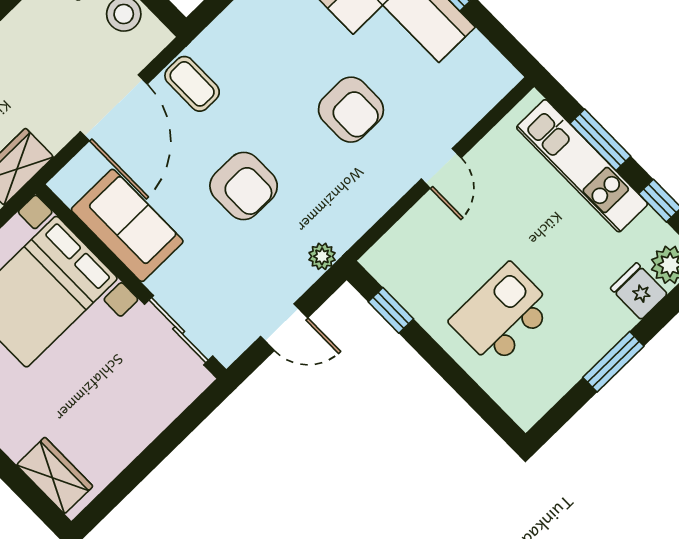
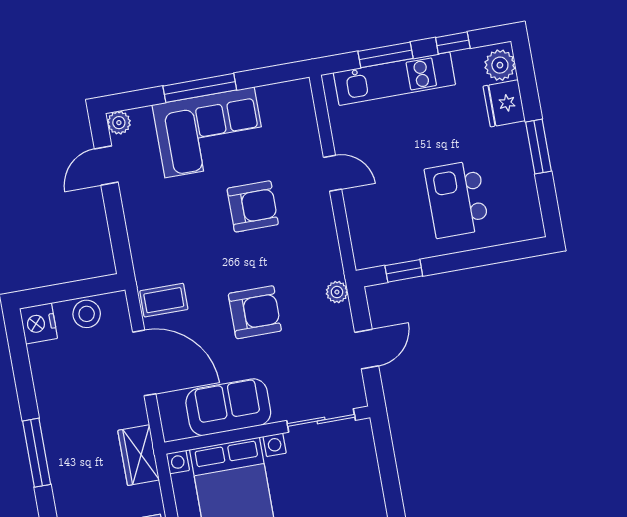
fridge: (639, 291) -> (504, 103), width x1.38

